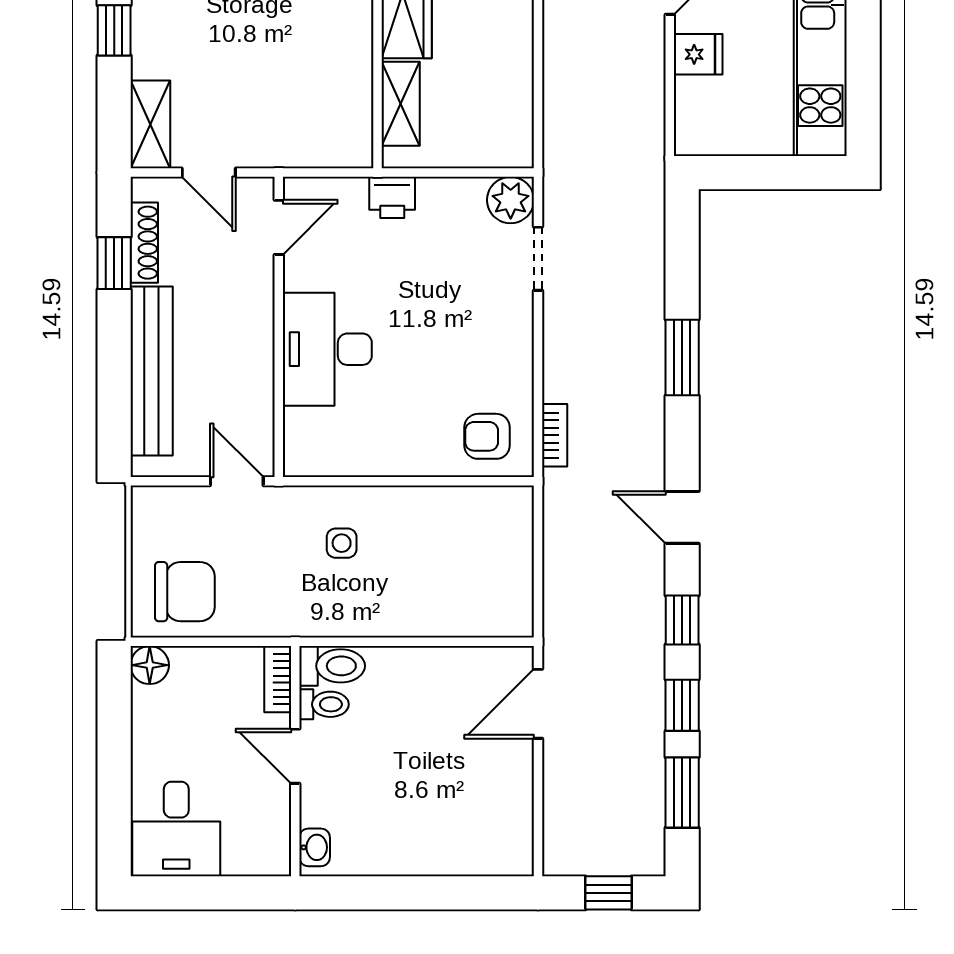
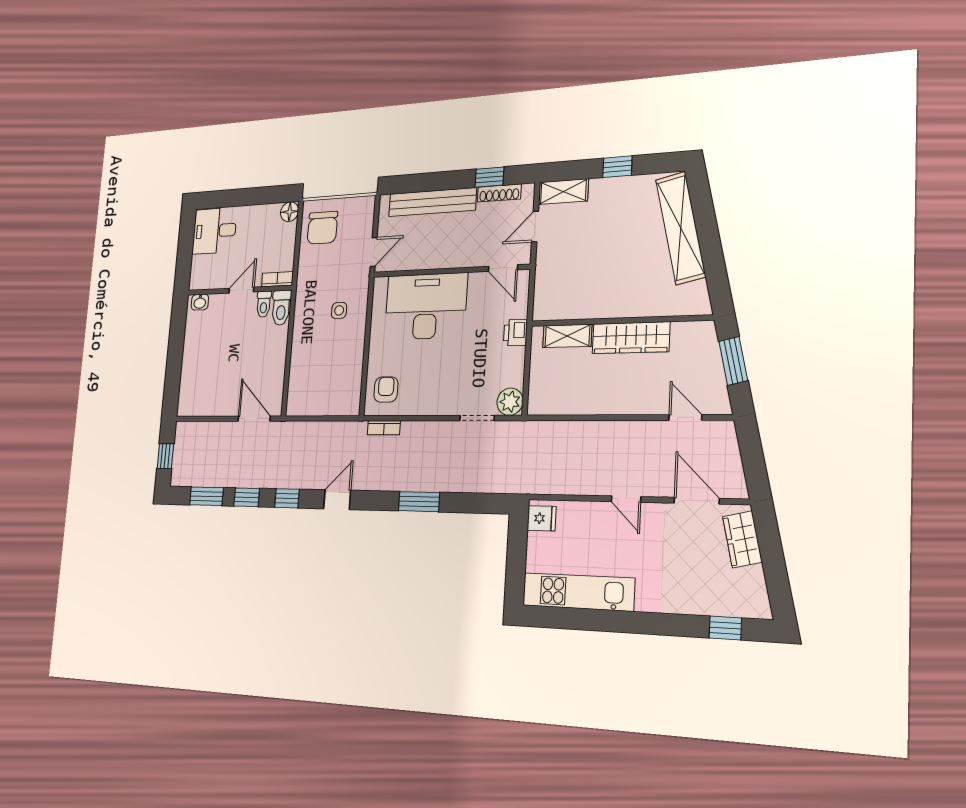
fridge: (698, 54) -> (542, 518), moved, turned -90
desk: (327, 349) -> (426, 306), width x1.36, depth x1.30

